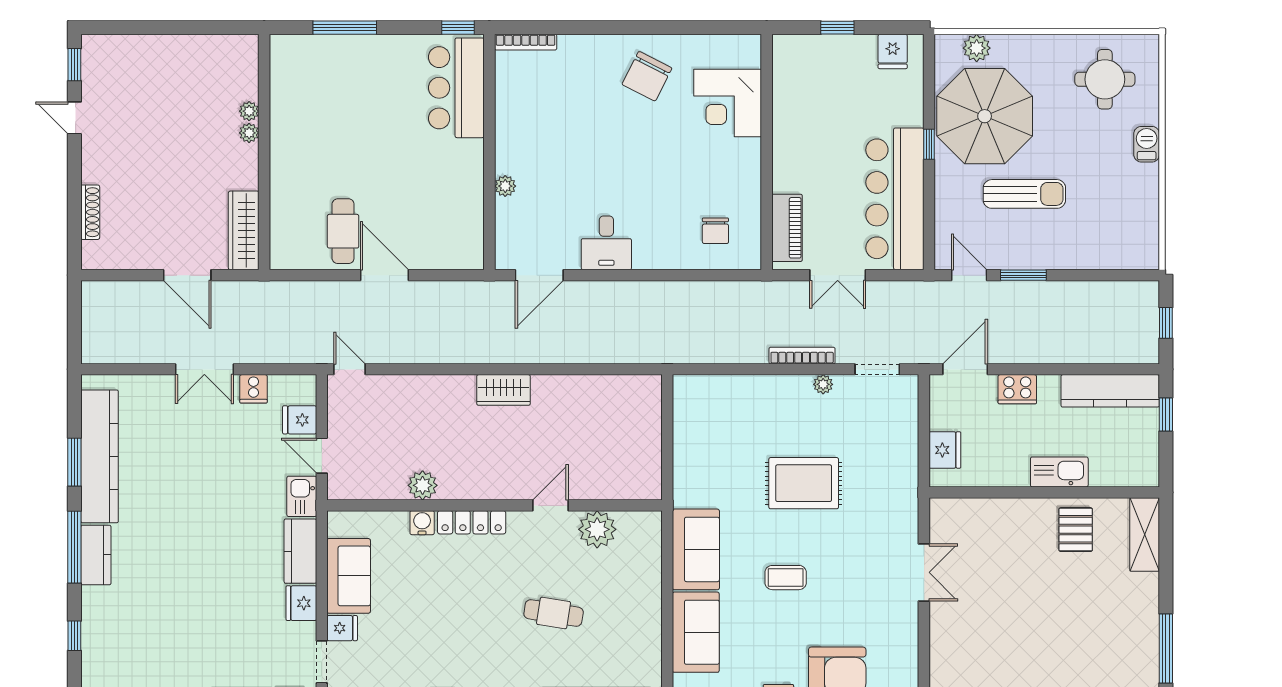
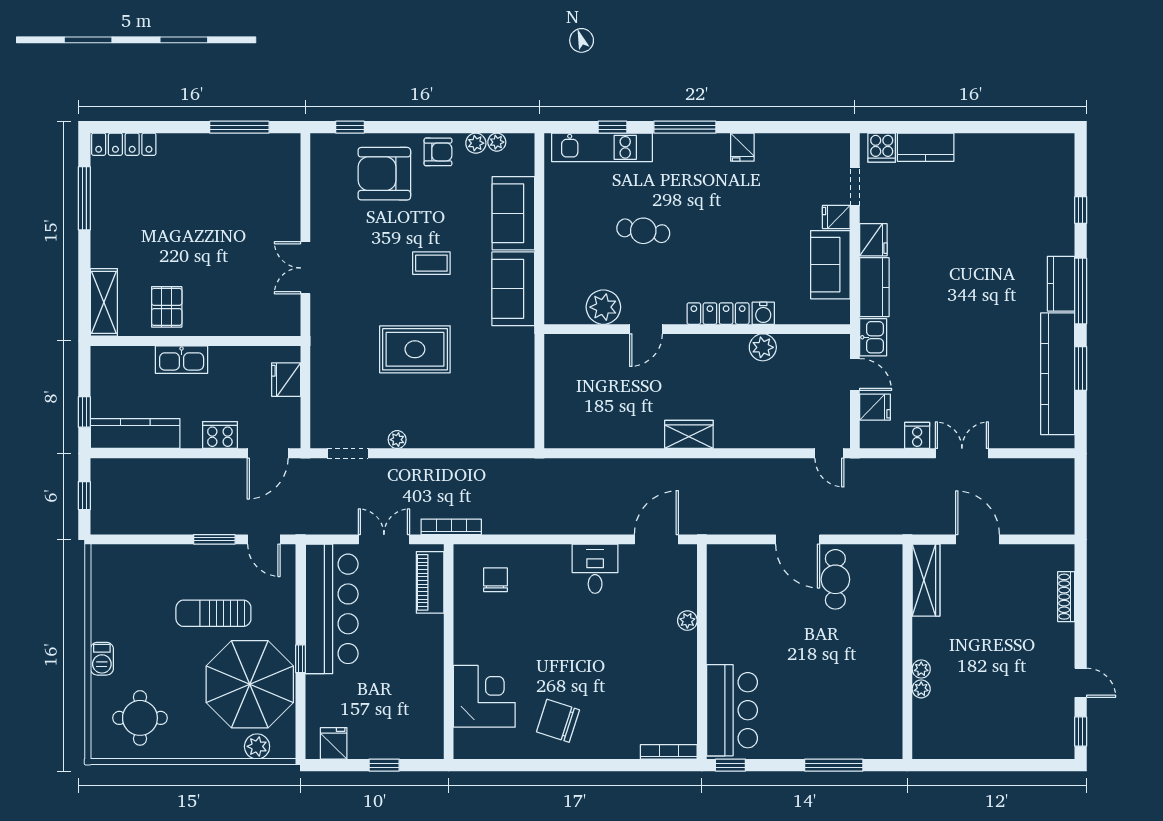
chair: (647, 76) -> (558, 721), turned -99
bookcase: (802, 356) -> (451, 527), moved, turned 180

